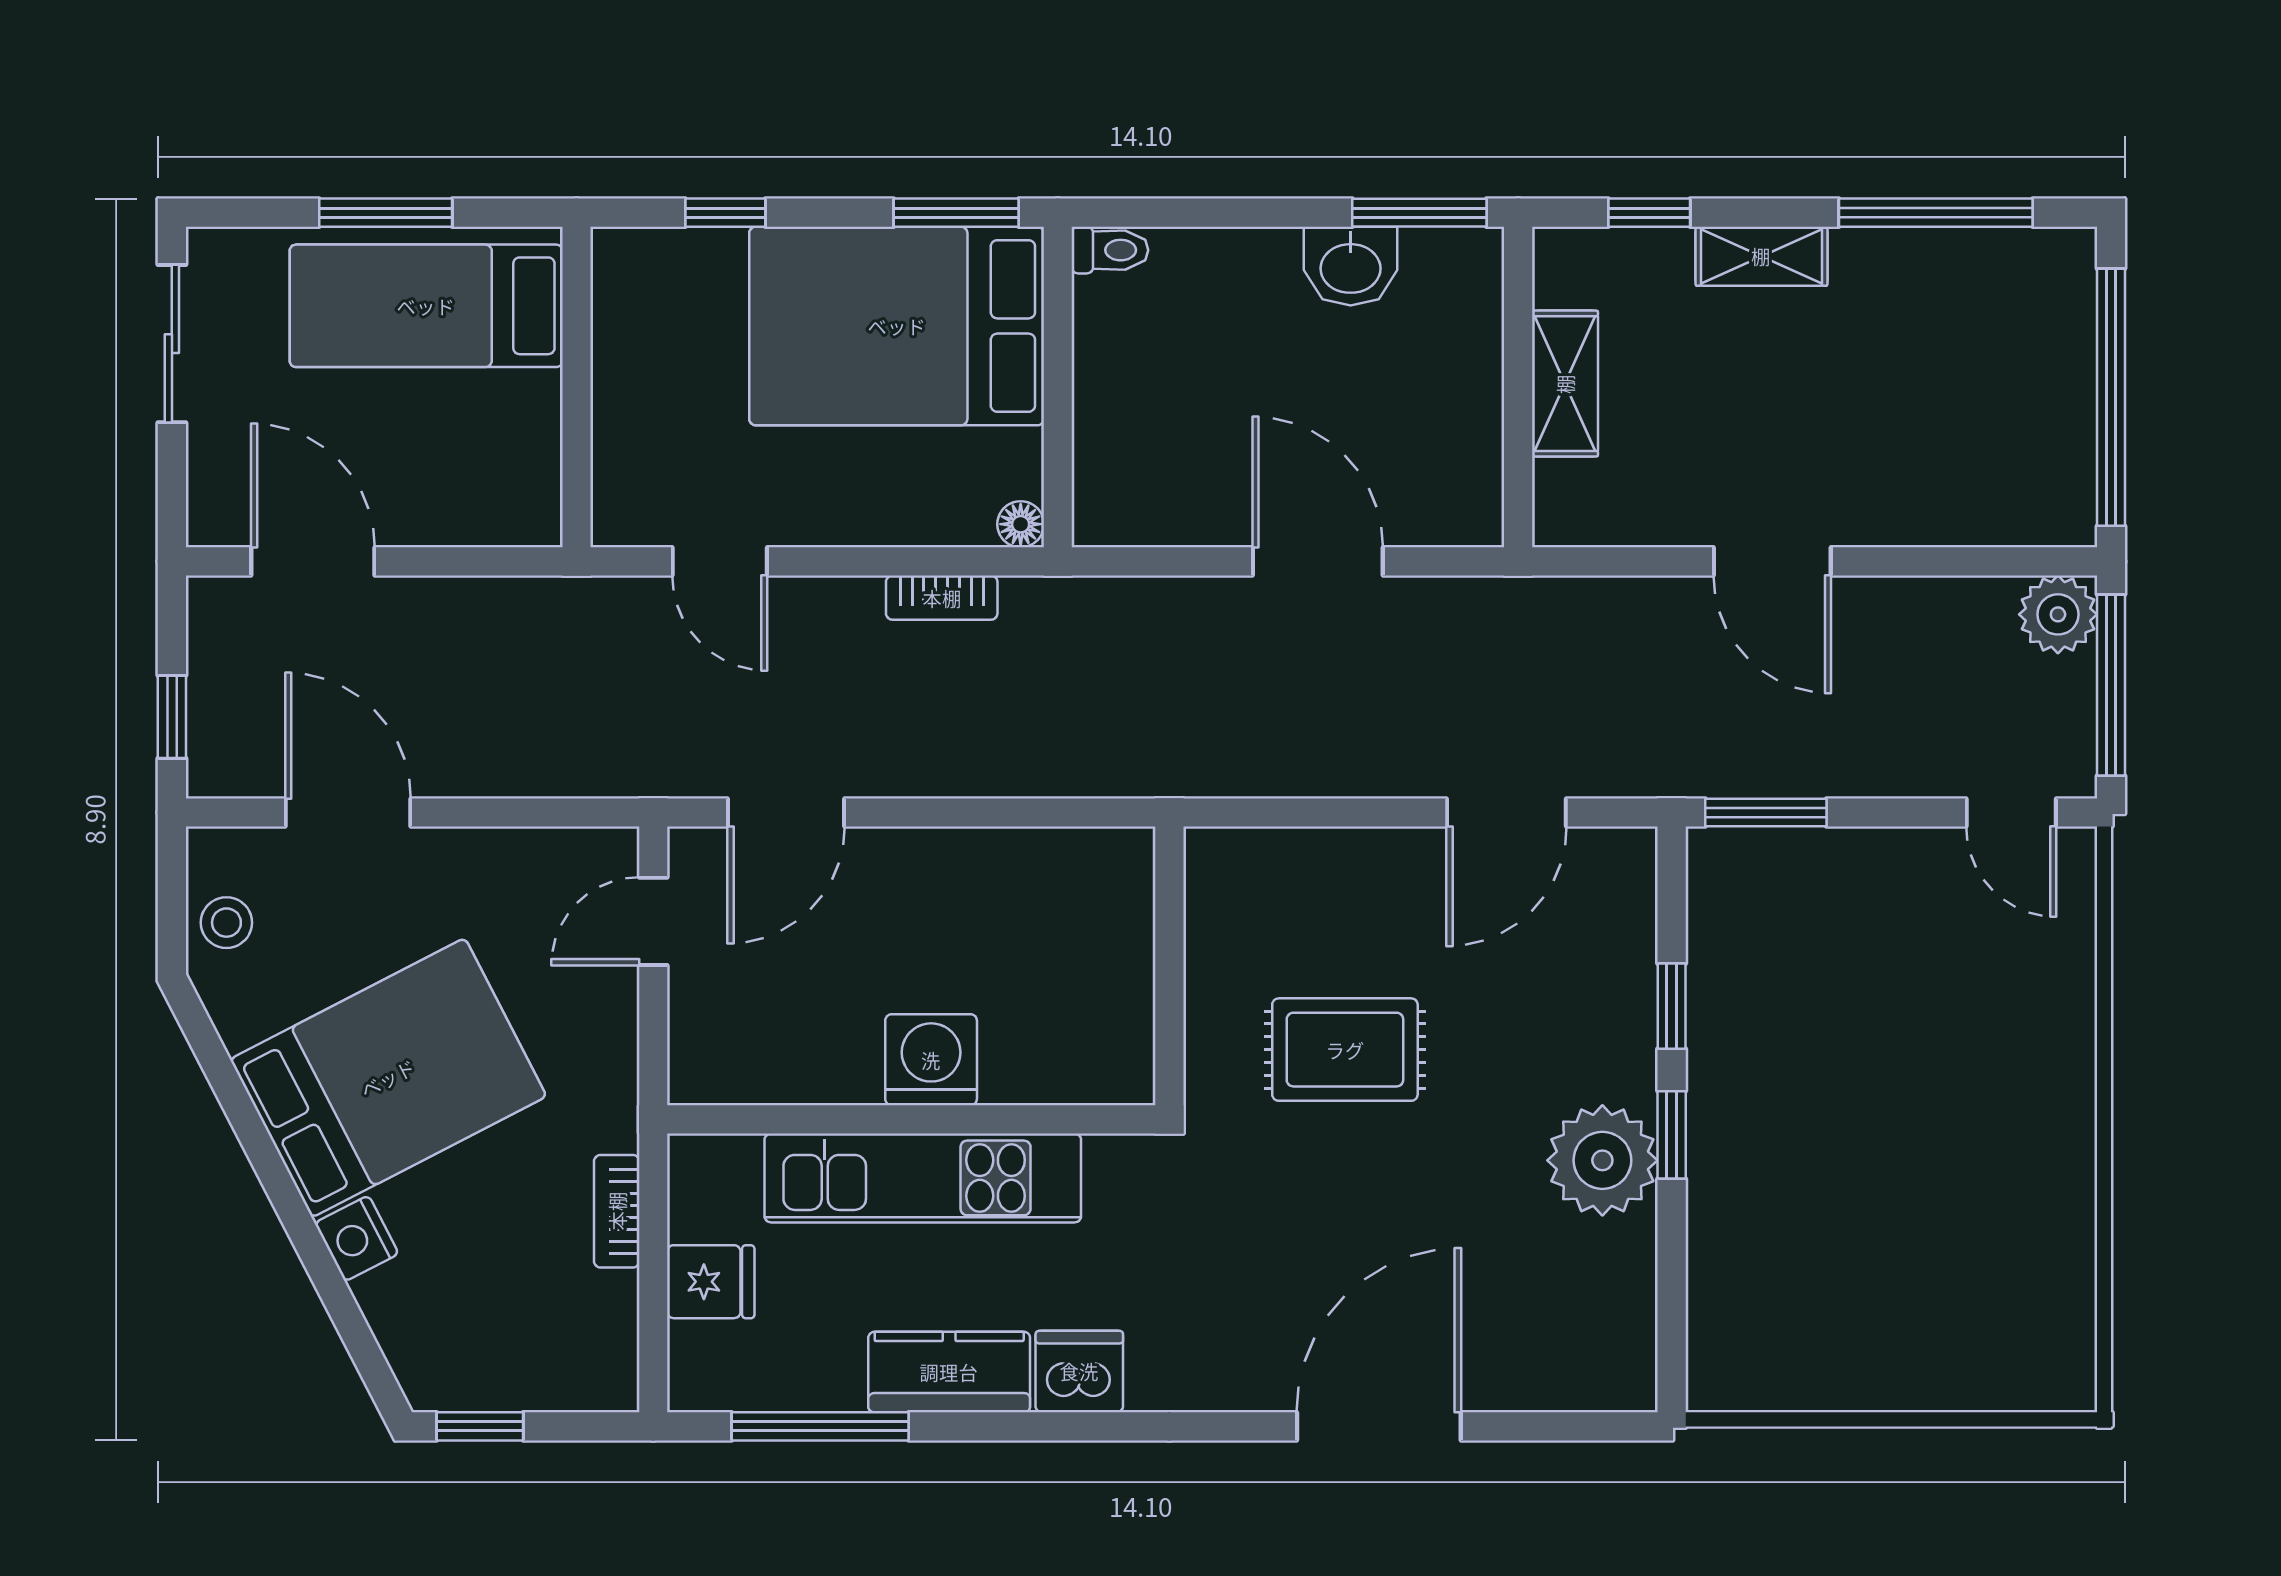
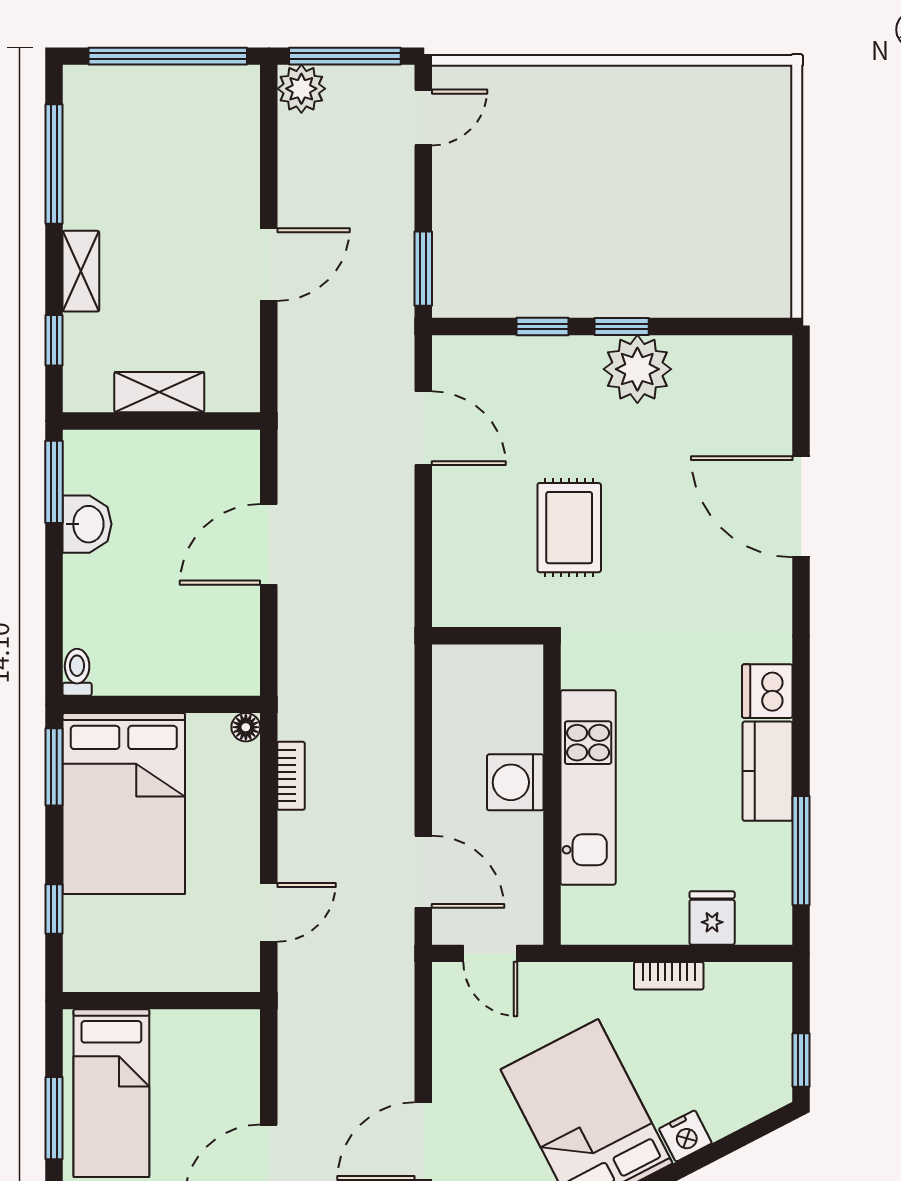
washing machine: (931, 1060) -> (515, 782), moved
wall: (911, 1119) -> (552, 795), moved
kitchen unit: (923, 1178) -> (588, 787), moved

